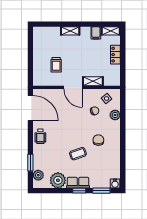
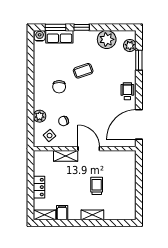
trolley: (56, 65) -> (97, 186), moved
door: (30, 108) -> (139, 124), hinge flipped
row of seats: (78, 183) -> (59, 37), moved

